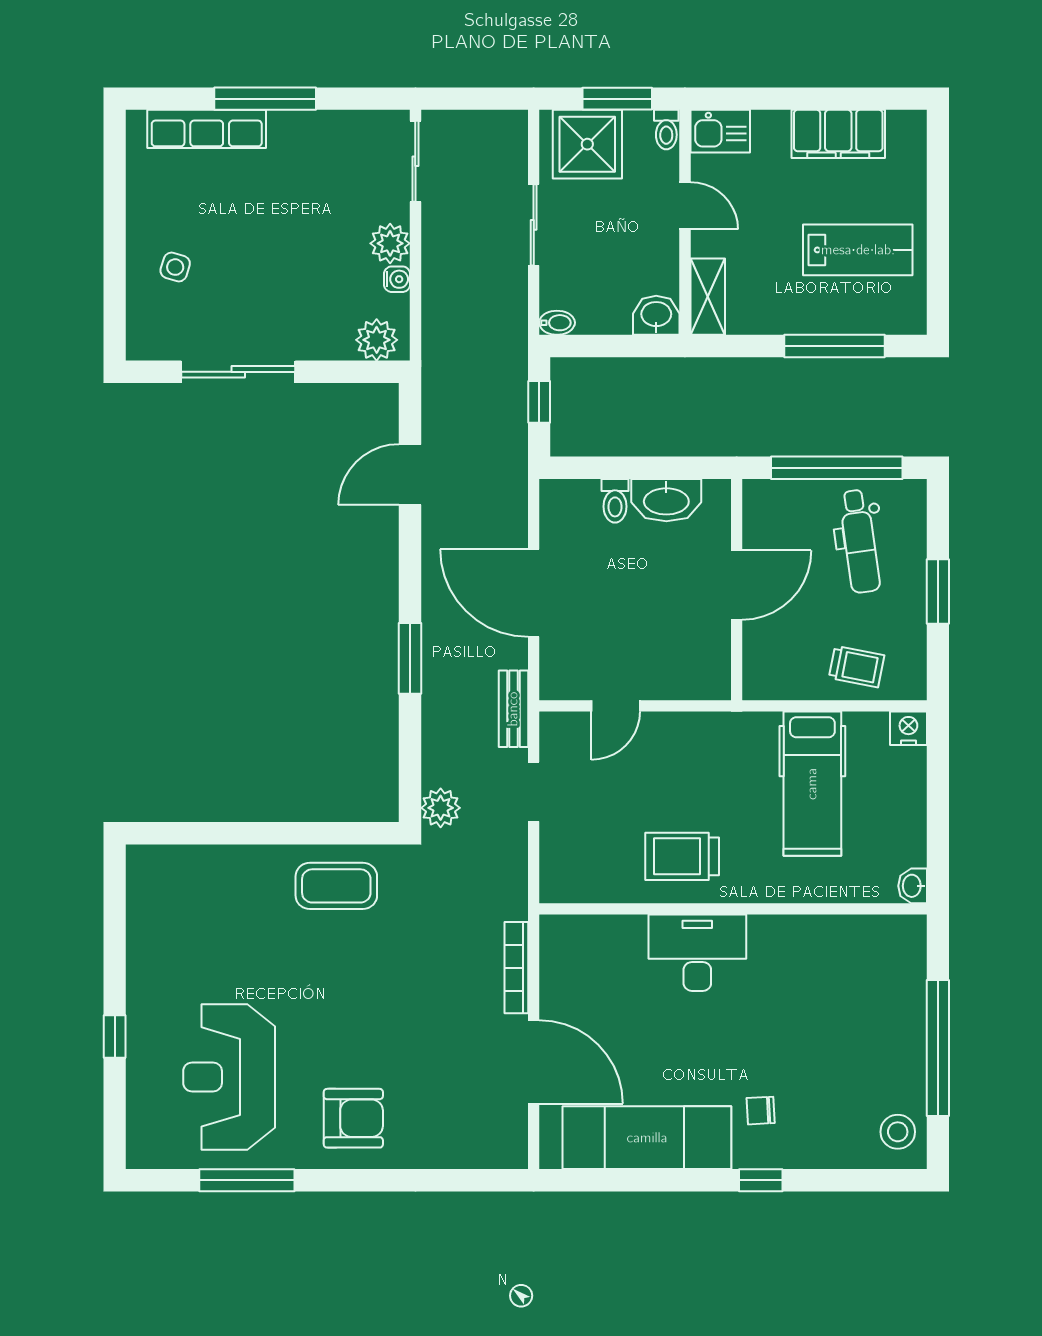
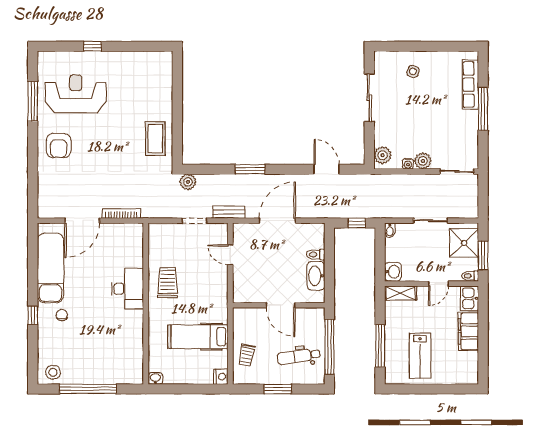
filing cabinet: (838, 134) -> (468, 331), moved

